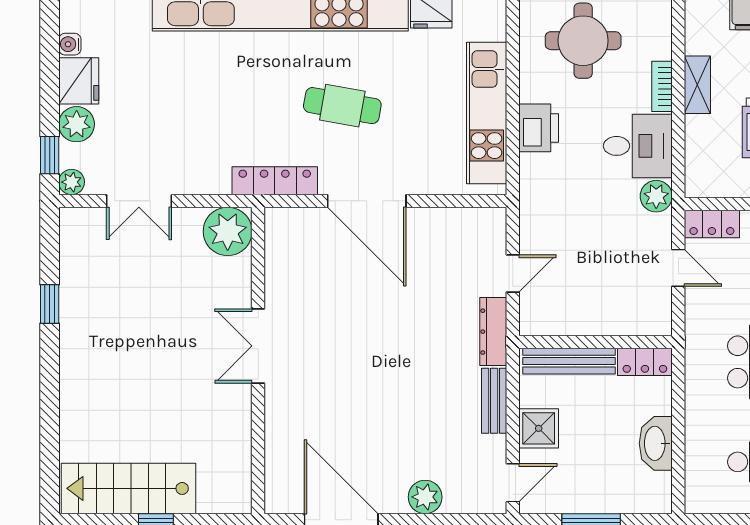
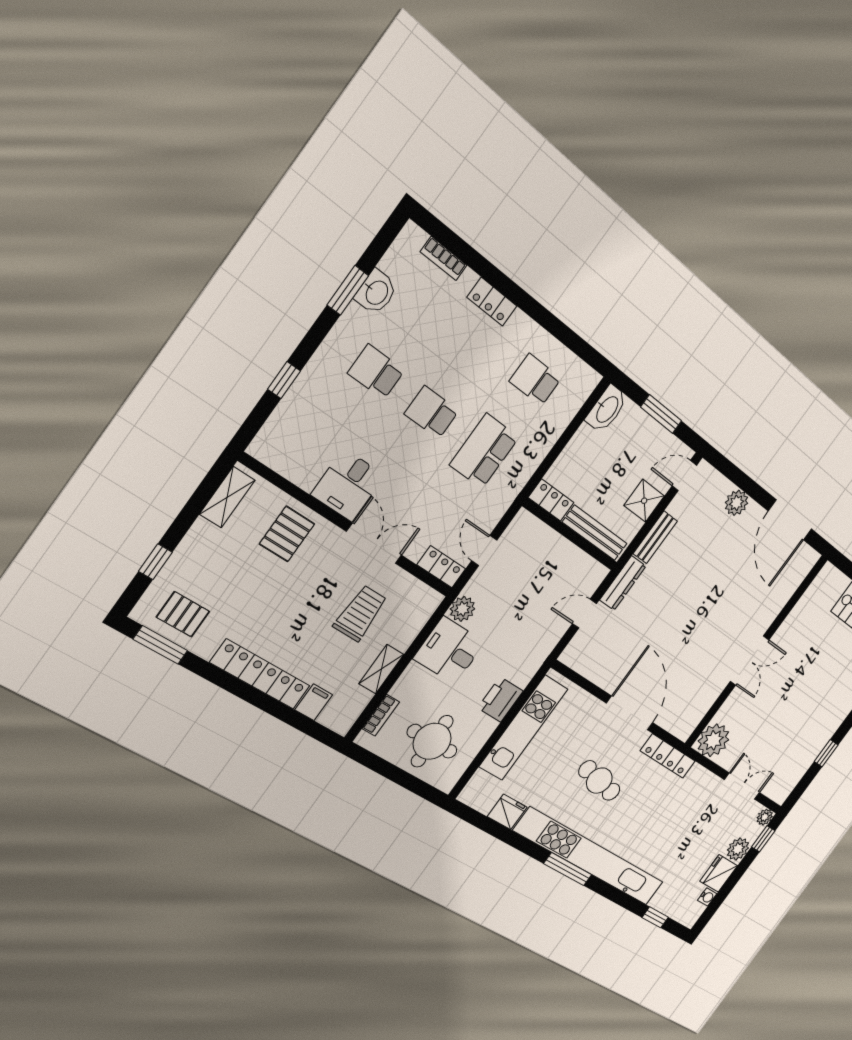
bookcase: (662, 86) -> (381, 715), moved
washbasin: (656, 443) -> (607, 409), moved

